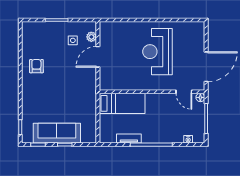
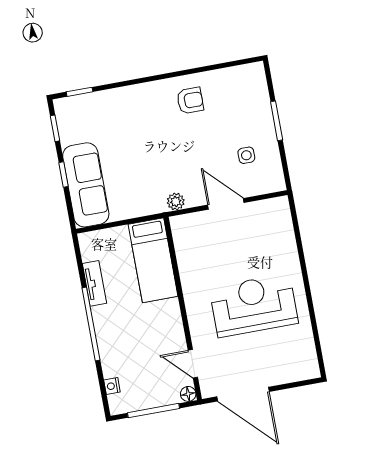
plant: (91, 37) -> (176, 202), moved
door: (184, 92) -> (193, 364), hinge flipped
sofa: (57, 133) -> (86, 185), moved

